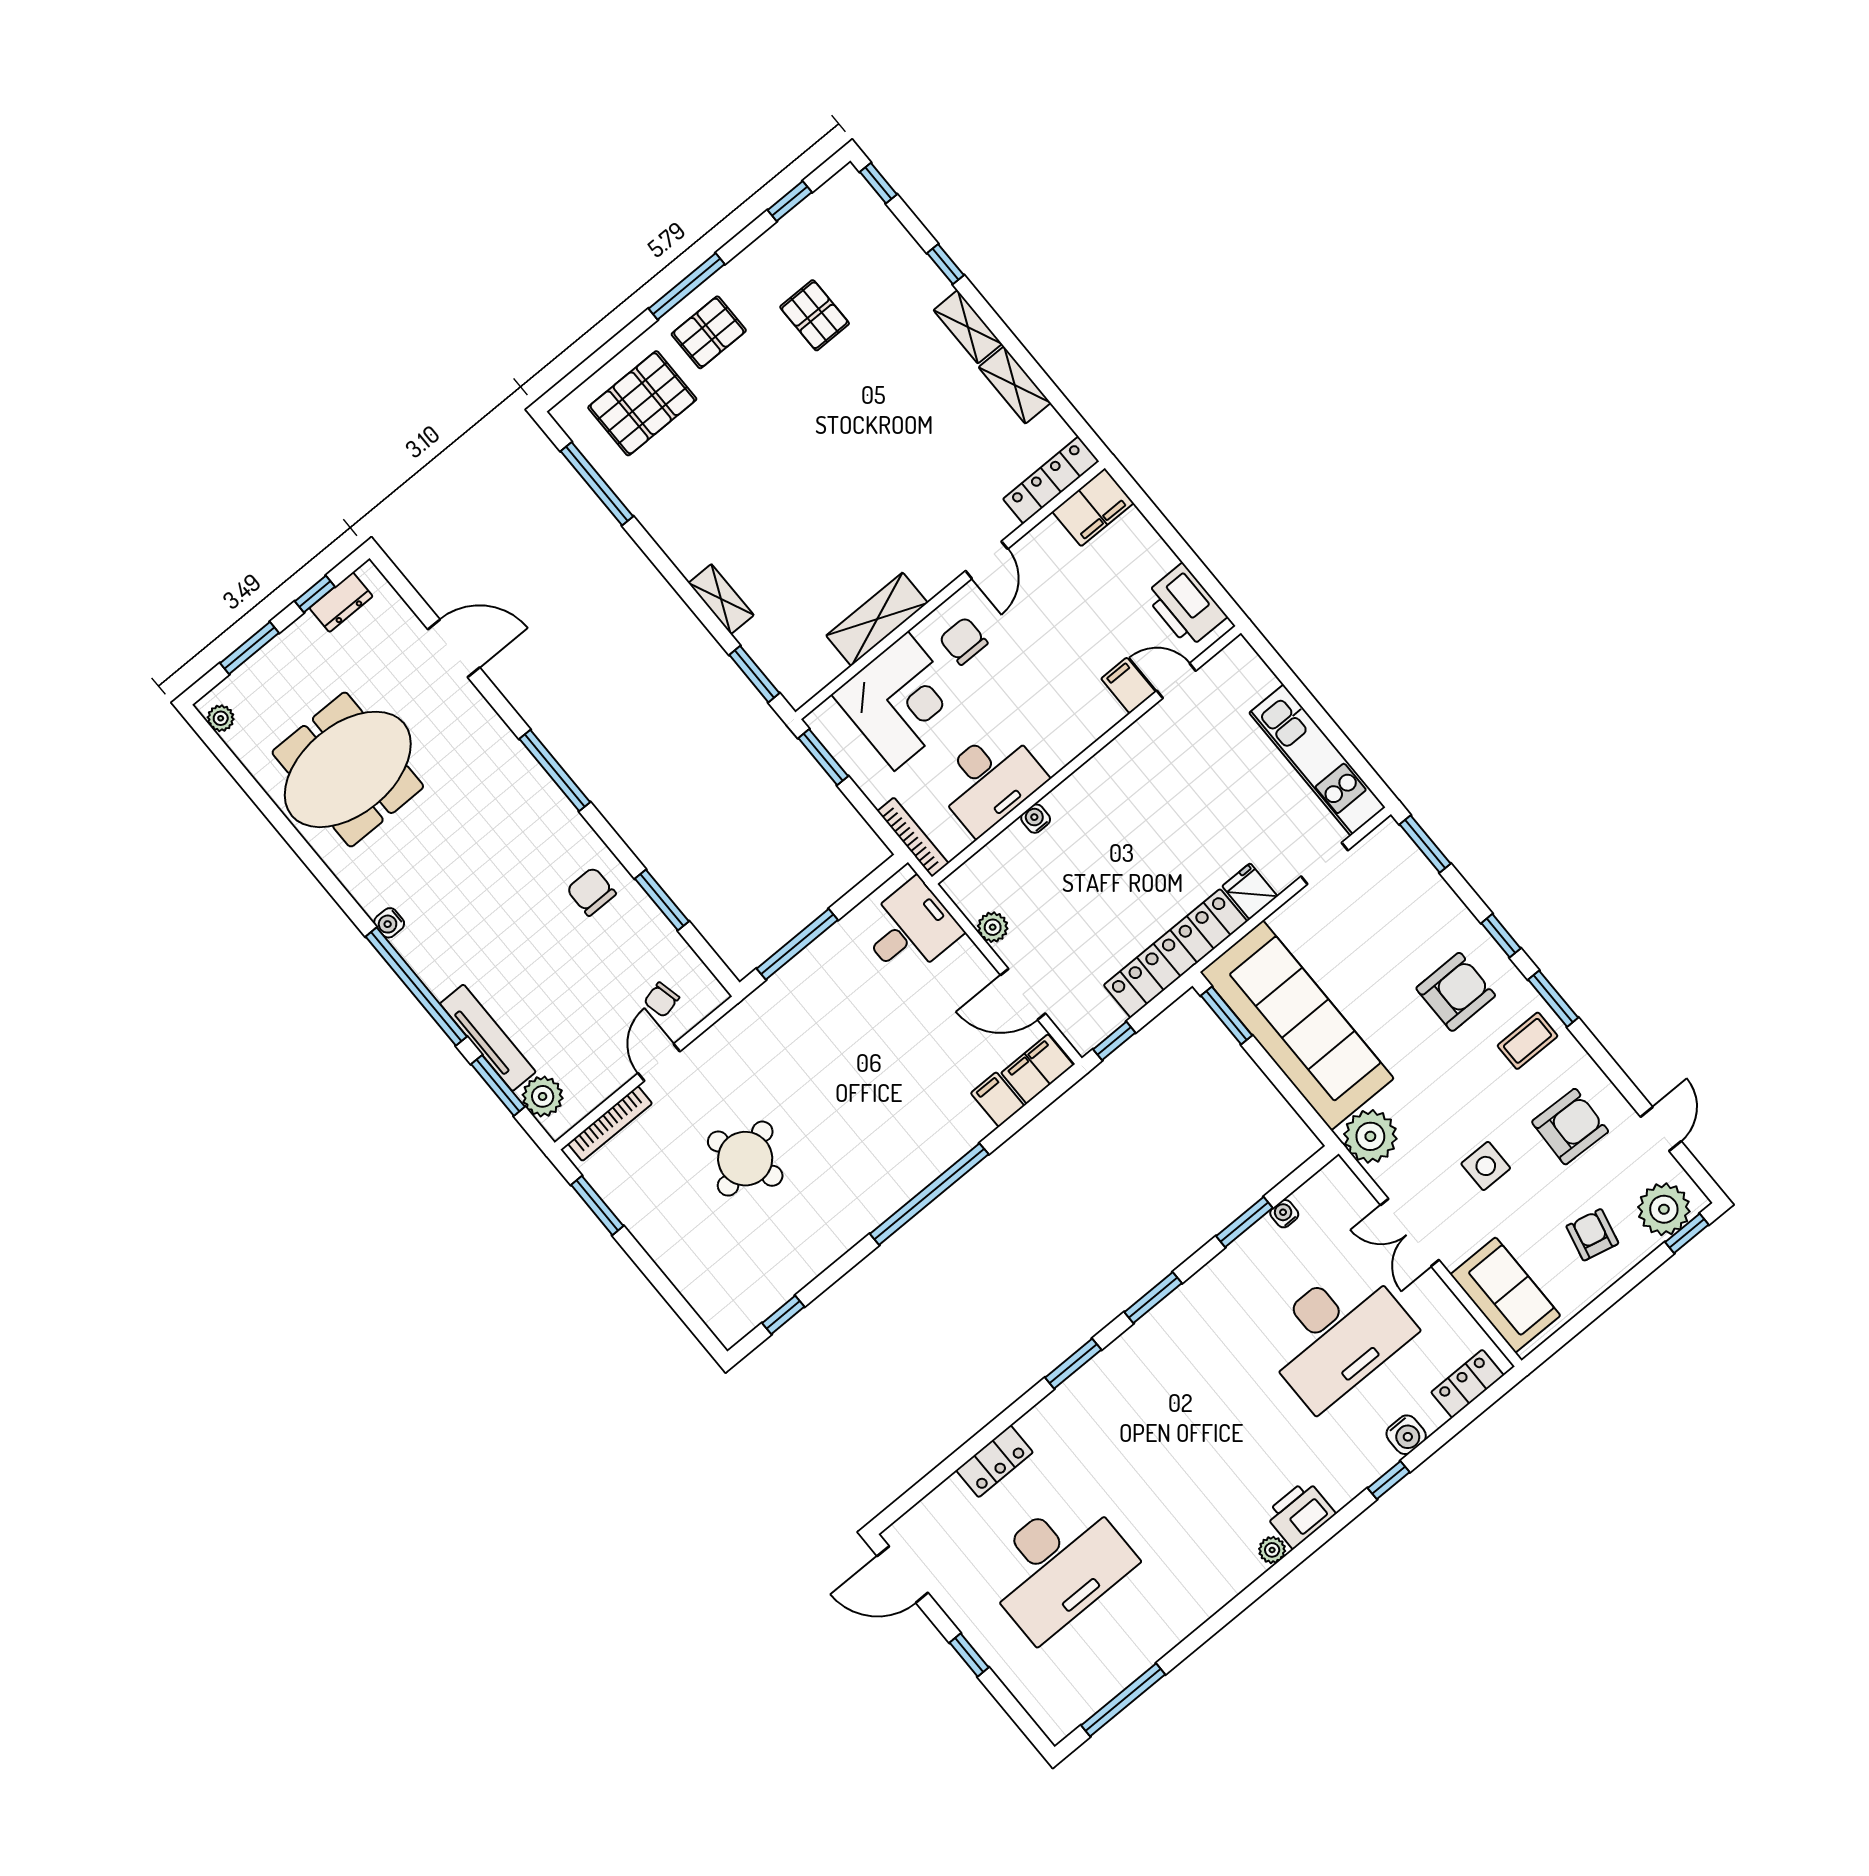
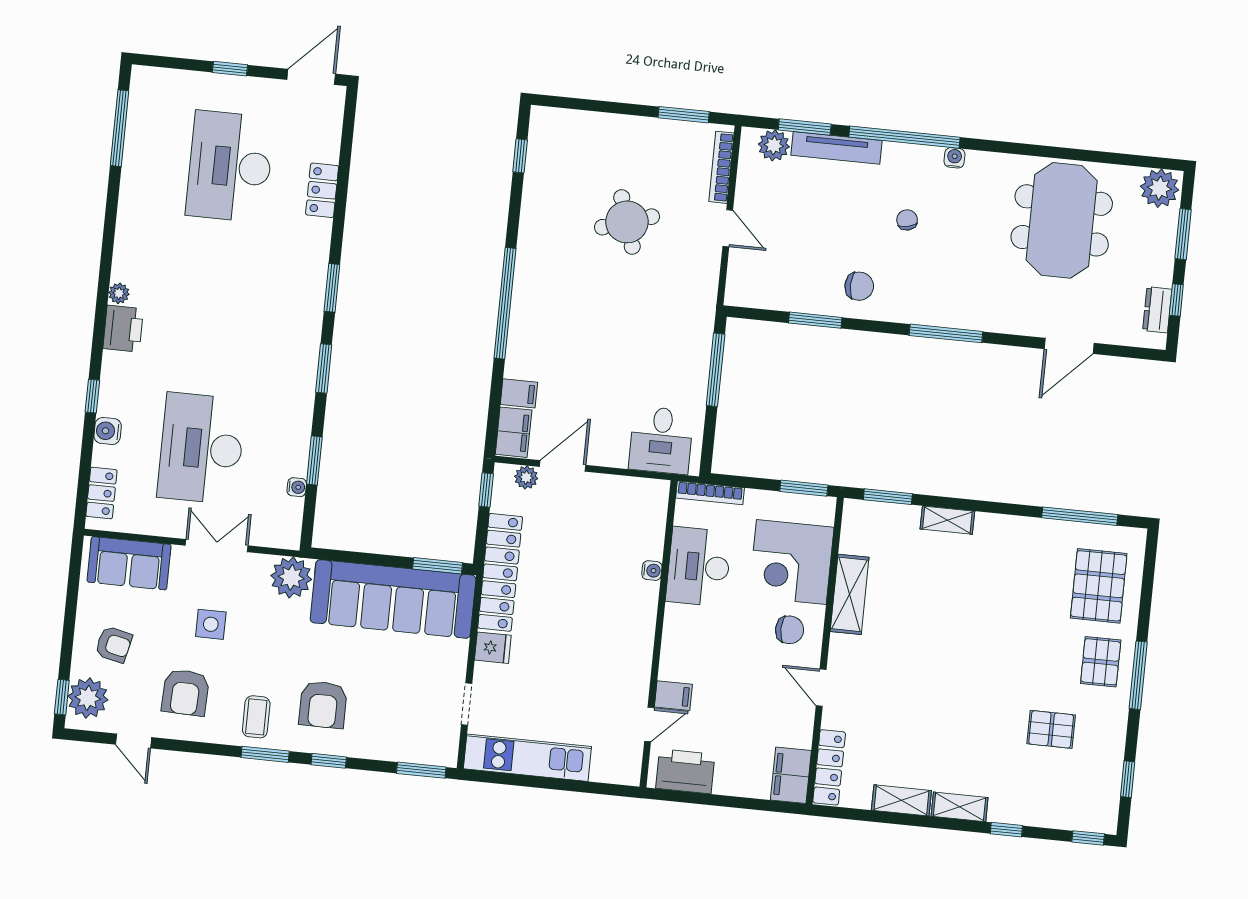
plant: (221, 718) -> (1160, 188), width x1.88, depth x1.88
plant: (993, 927) -> (526, 477), moved
chair: (662, 1000) -> (907, 220), moved

